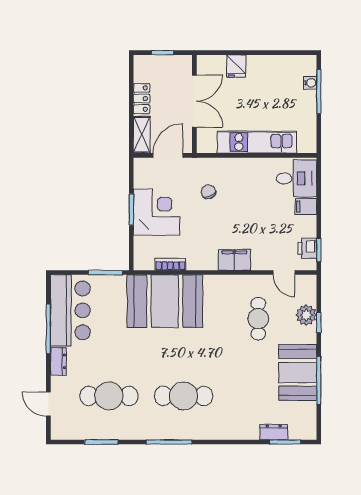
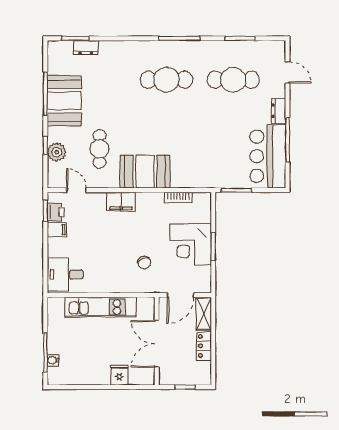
filing cabinet: (306, 207) -> (57, 230), moved
booth: (165, 301) -> (145, 172), moved, width x0.73, depth x0.70

